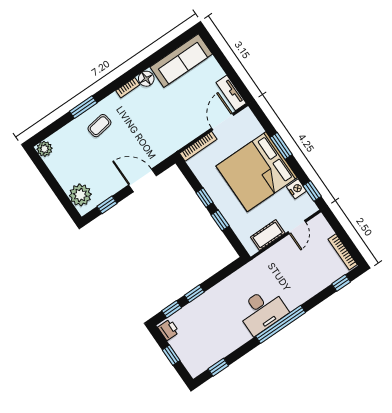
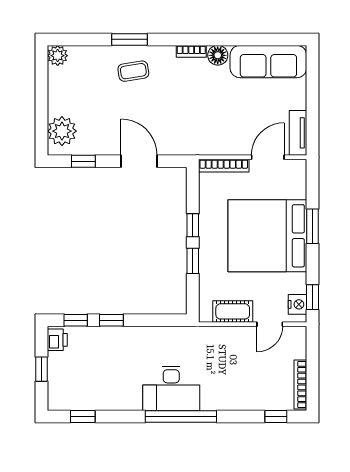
nightstand: (297, 189) -> (297, 304), moved

